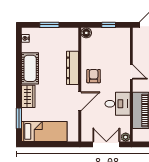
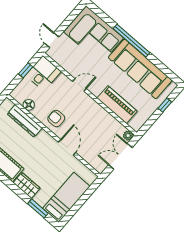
floor lamp: (86, 33) -> (29, 105), moved
dresser: (72, 68) -> (25, 121), moved
desk: (118, 104) -> (43, 73), moved

